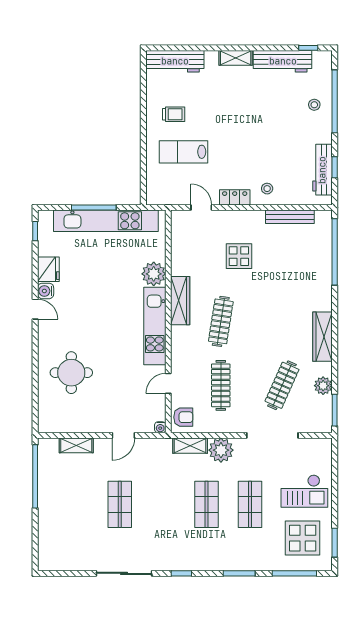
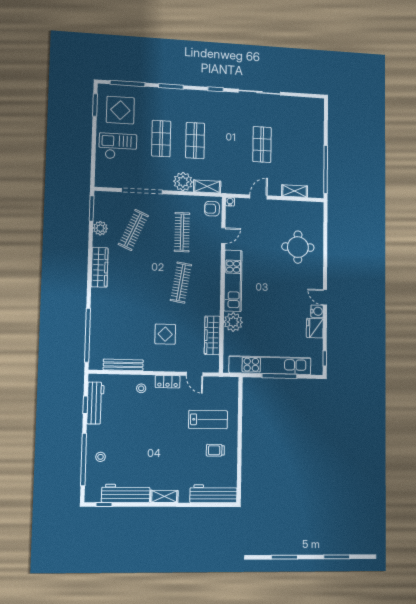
wardrobe: (180, 301) -> (212, 335), moved

